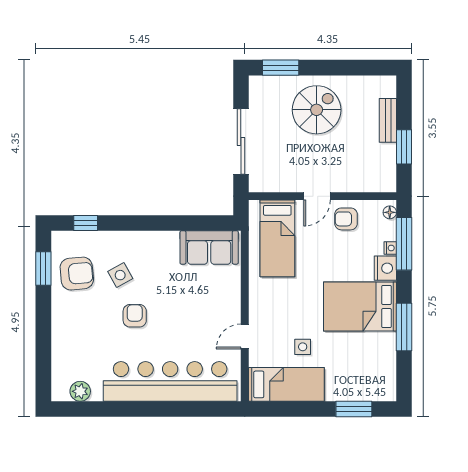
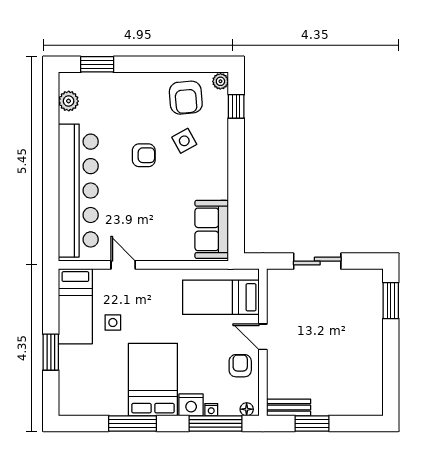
spiral stairs: (317, 110) -> (349, 336), removed
bench: (388, 120) -> (289, 407), moved
sliding door: (241, 141) -> (317, 261), width x0.73
plant: (60, 239) -> (220, 81), added
window: (43, 268) -> (97, 64), moved
window: (354, 409) -> (51, 352), moved

